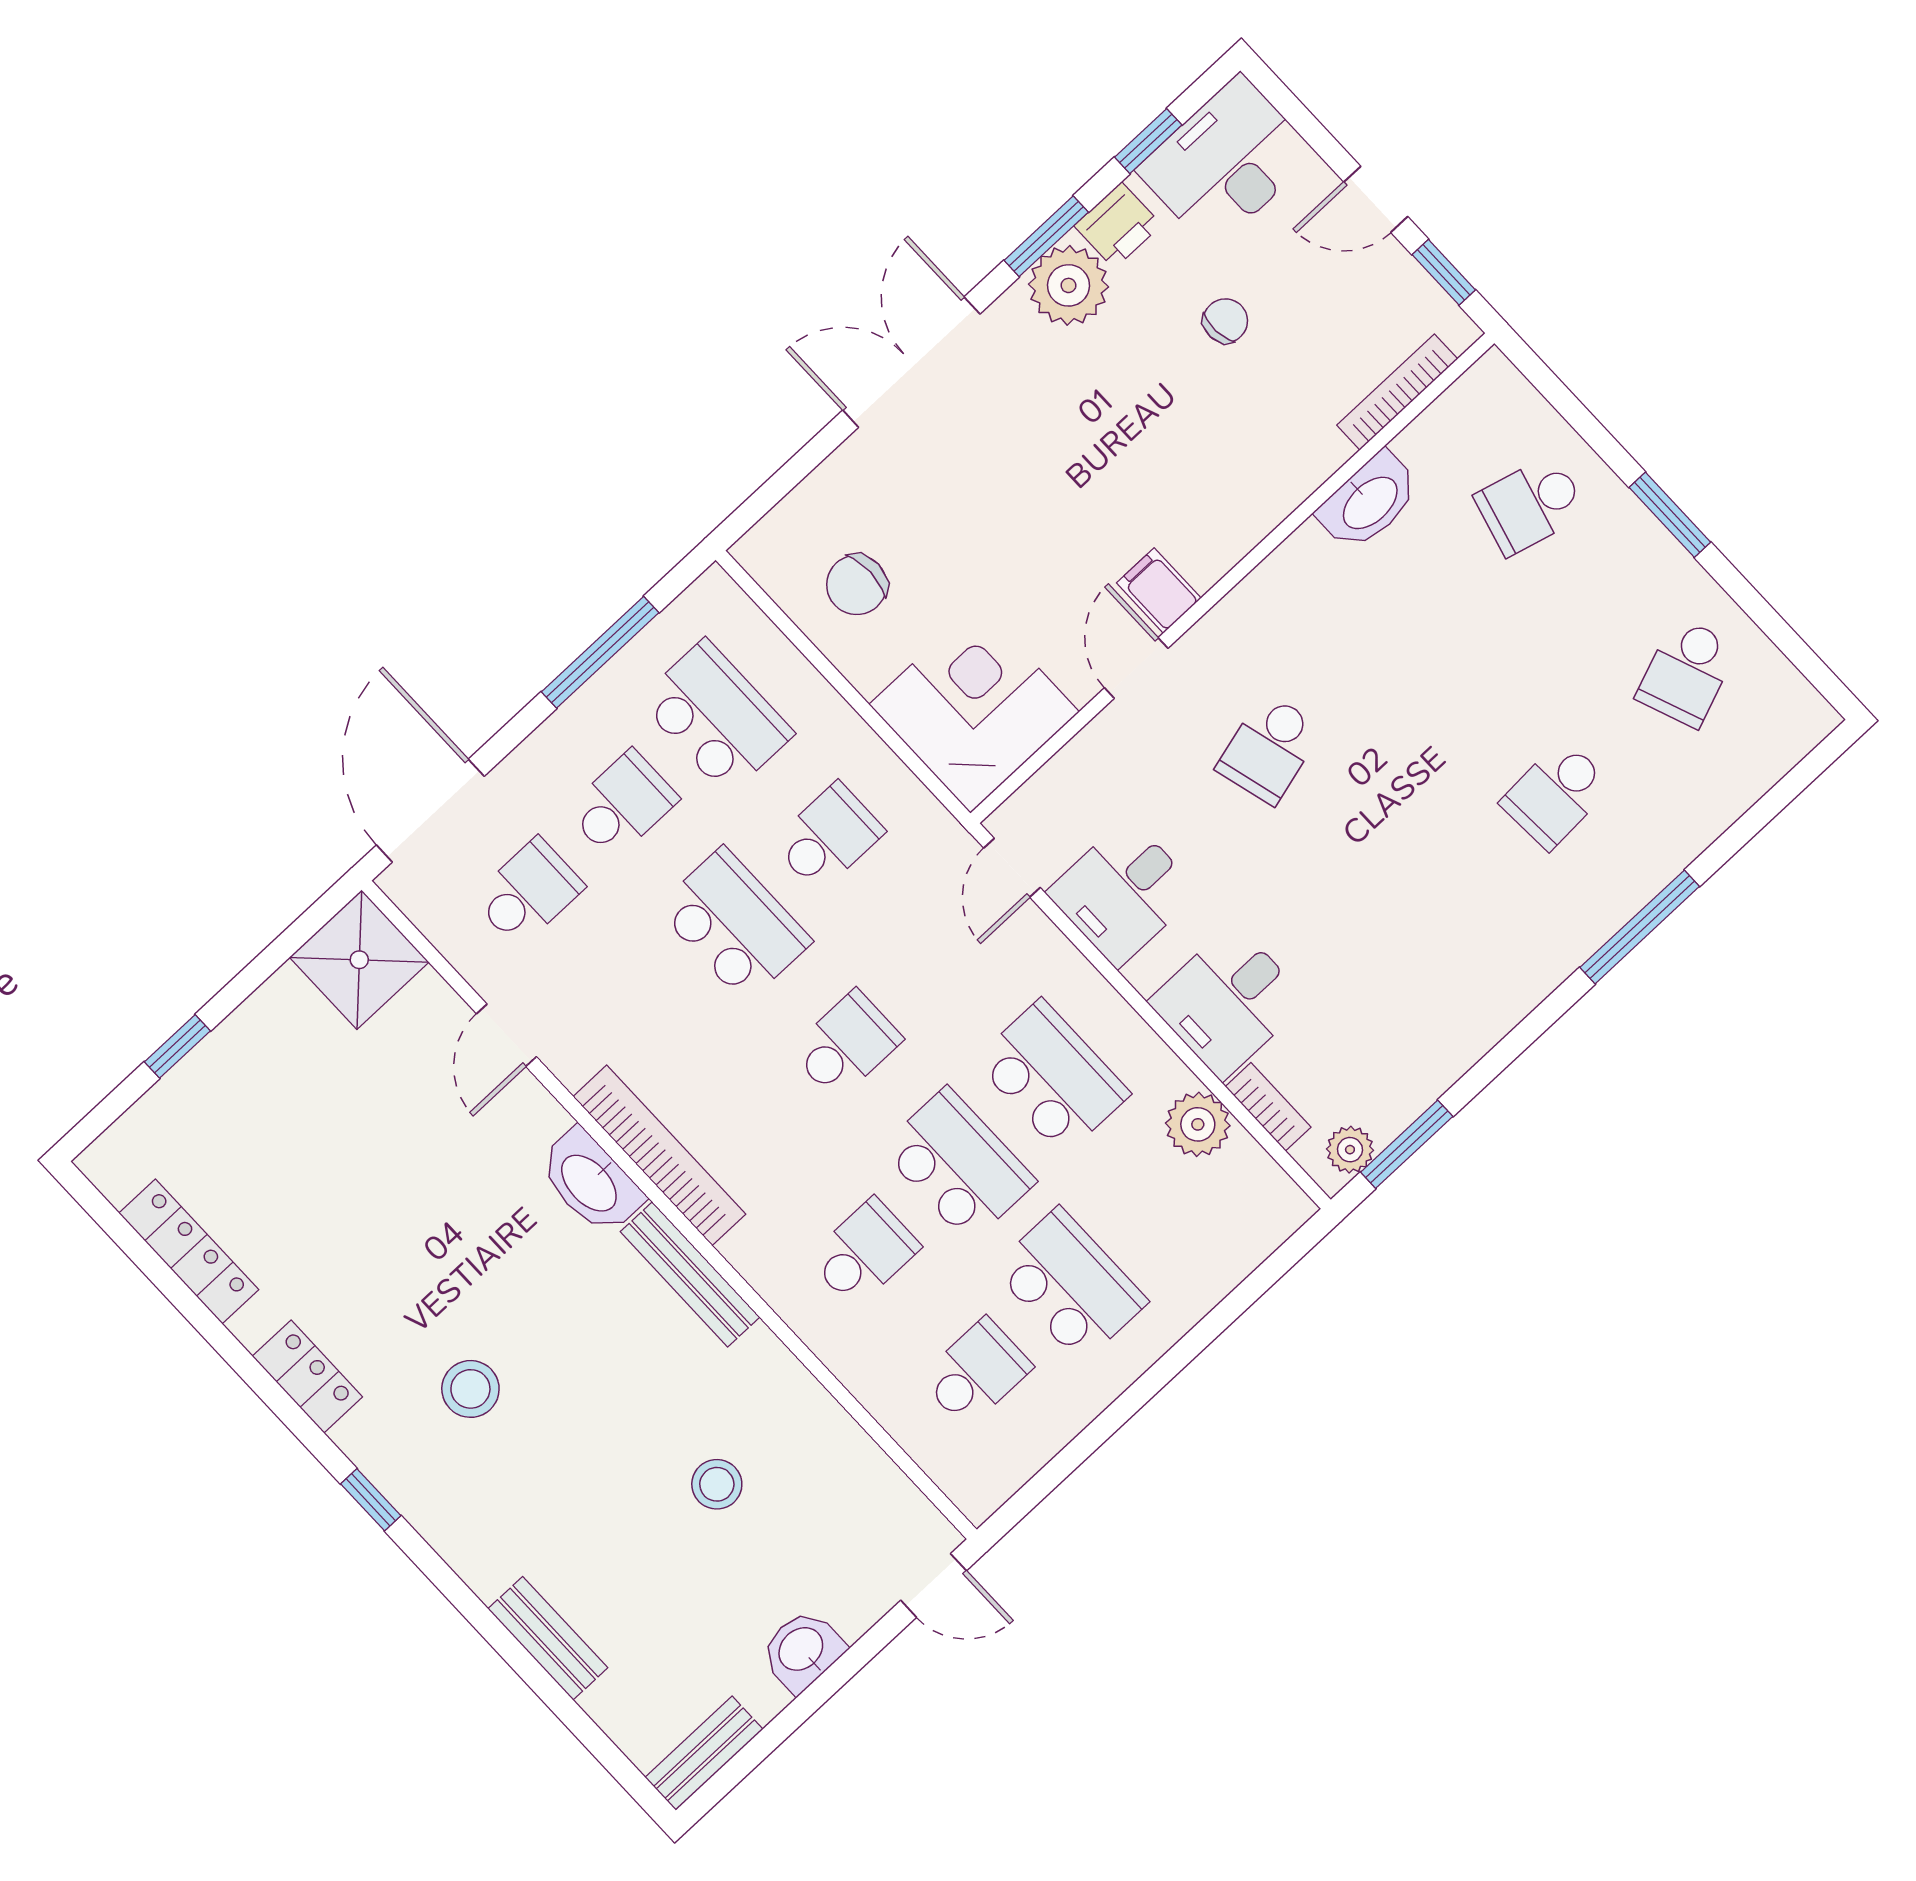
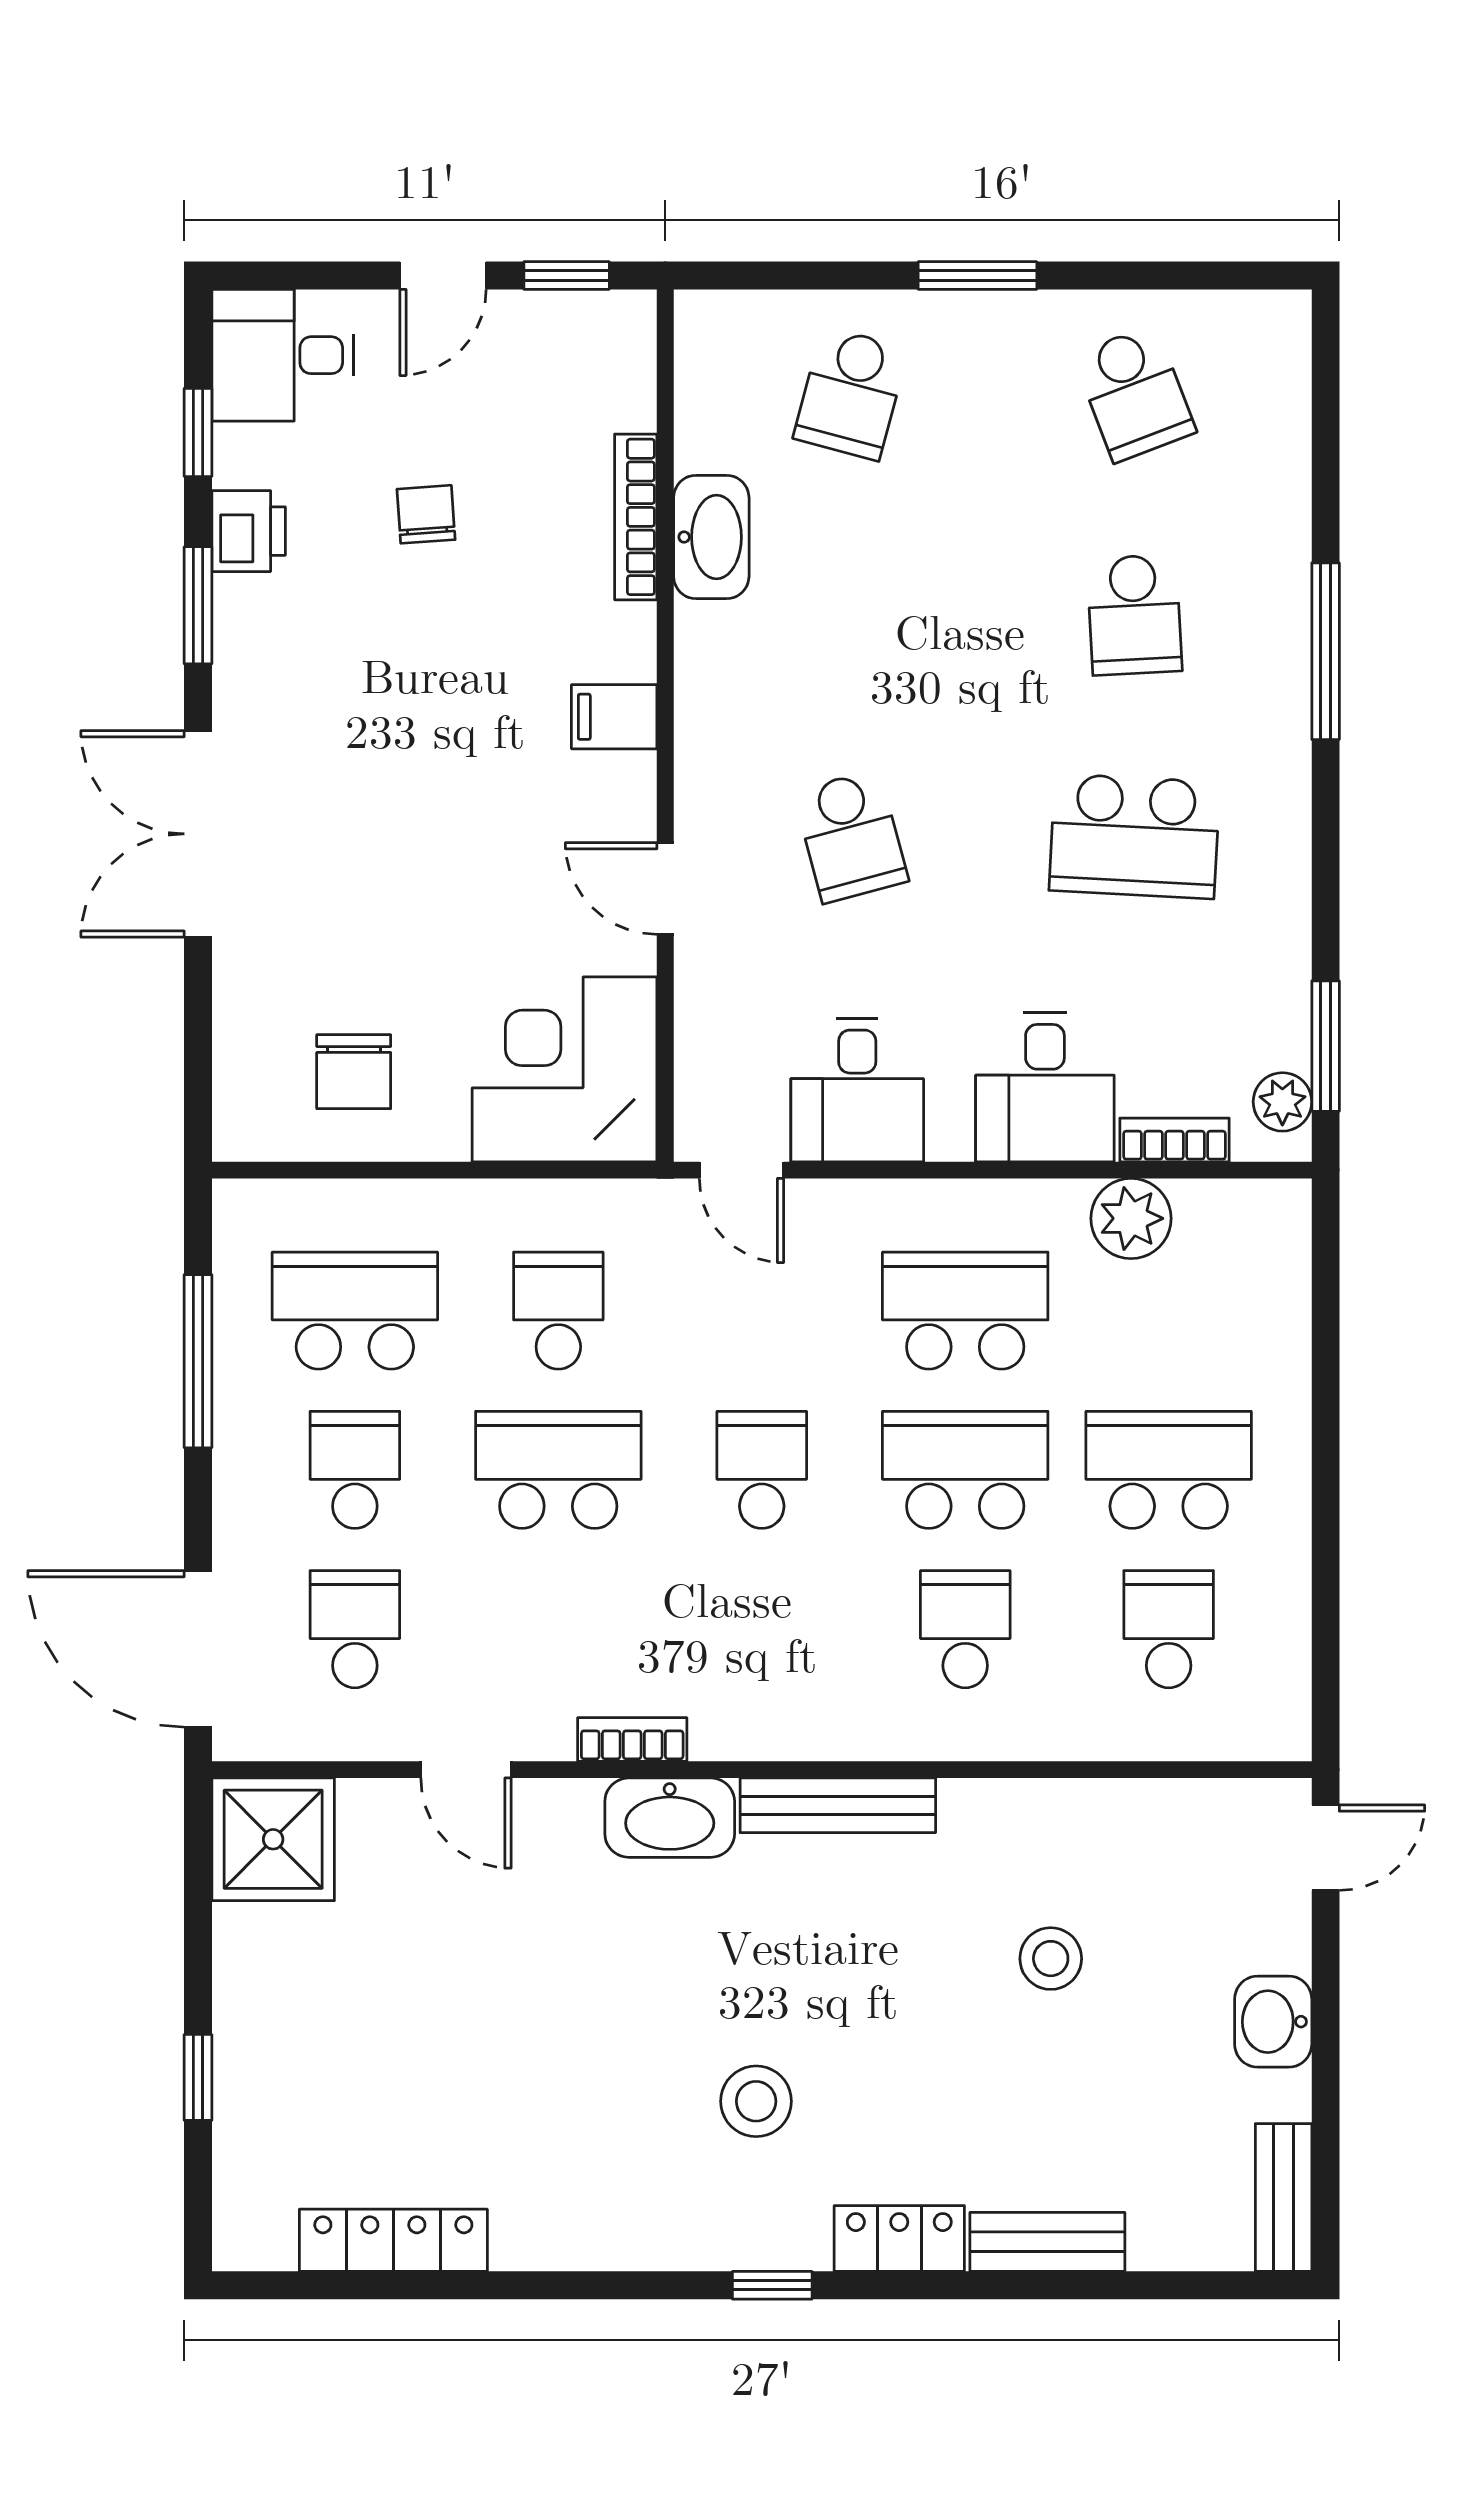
desk: (1226, 162) -> (283, 355), width x0.73
plant: (1068, 285) -> (261, 627), removed
bookcase: (1397, 392) -> (636, 517), moved
filing cabinet: (1159, 591) -> (614, 717), moved
school desk: (1425, 916) -> (1134, 836), added
bookcase: (659, 1155) -> (632, 1740), width x0.43, depth x0.76
locker: (307, 1377) -> (899, 2239), moved

